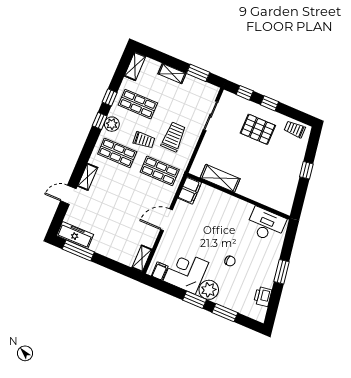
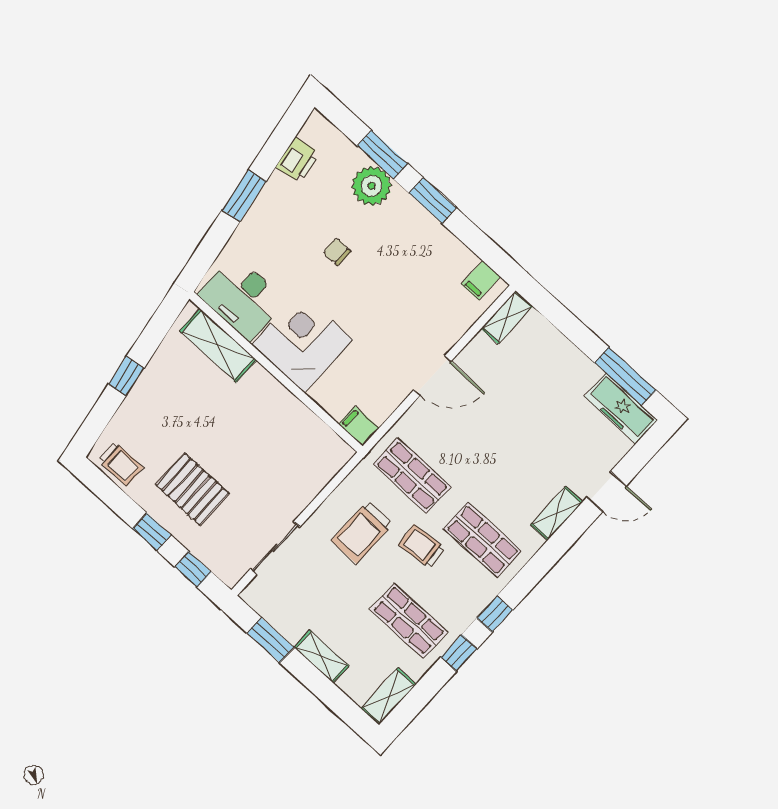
plant: (112, 124) -> (473, 600), removed
shelving: (220, 178) -> (218, 345), moved
filing cabinet: (190, 190) -> (359, 426), width x0.50
corner desk: (186, 272) -> (302, 342), moved, turned 180
plant: (209, 290) -> (372, 186), moved

